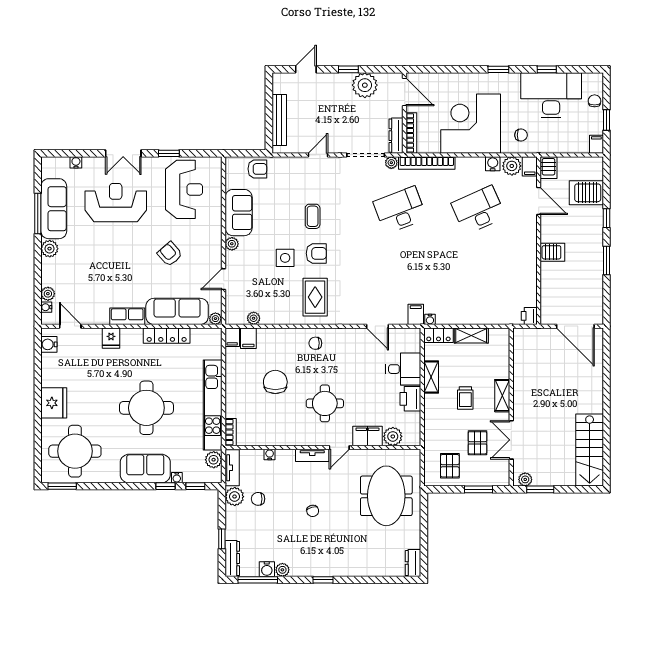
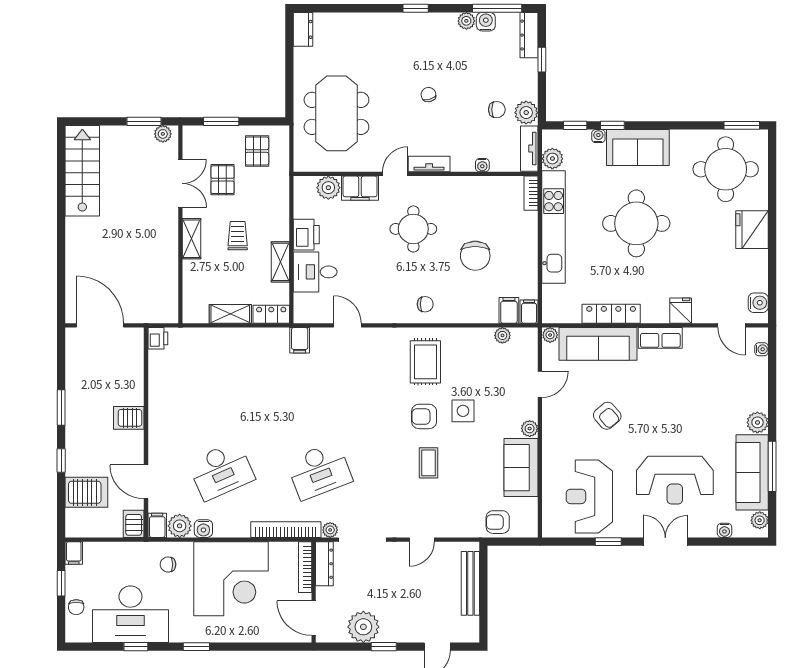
plant: (48, 294) -> (760, 520), moved
water cooler: (430, 319) -> (282, 334), removed

